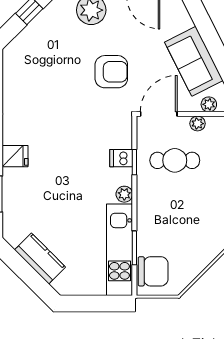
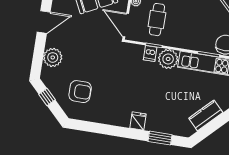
armchair: (111, 72) -> (80, 92), moved, turned 90
plant: (124, 194) -> (168, 59), width x1.87, depth x1.87

